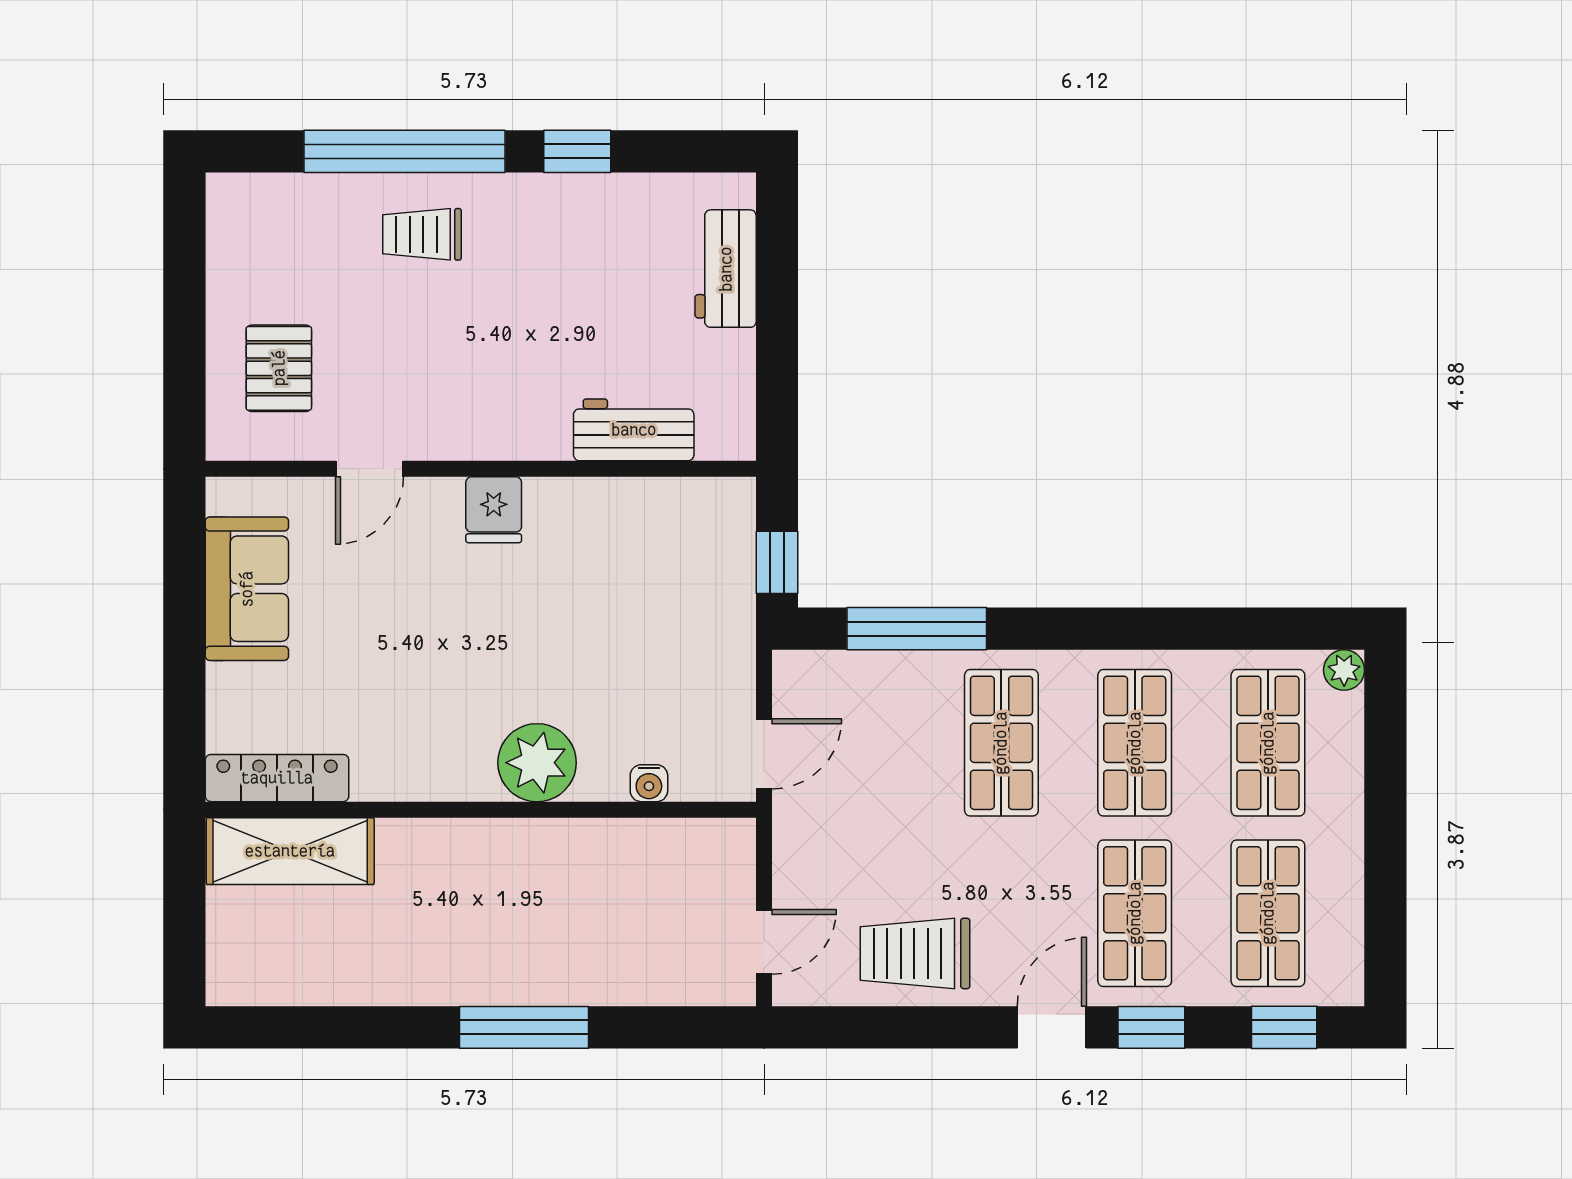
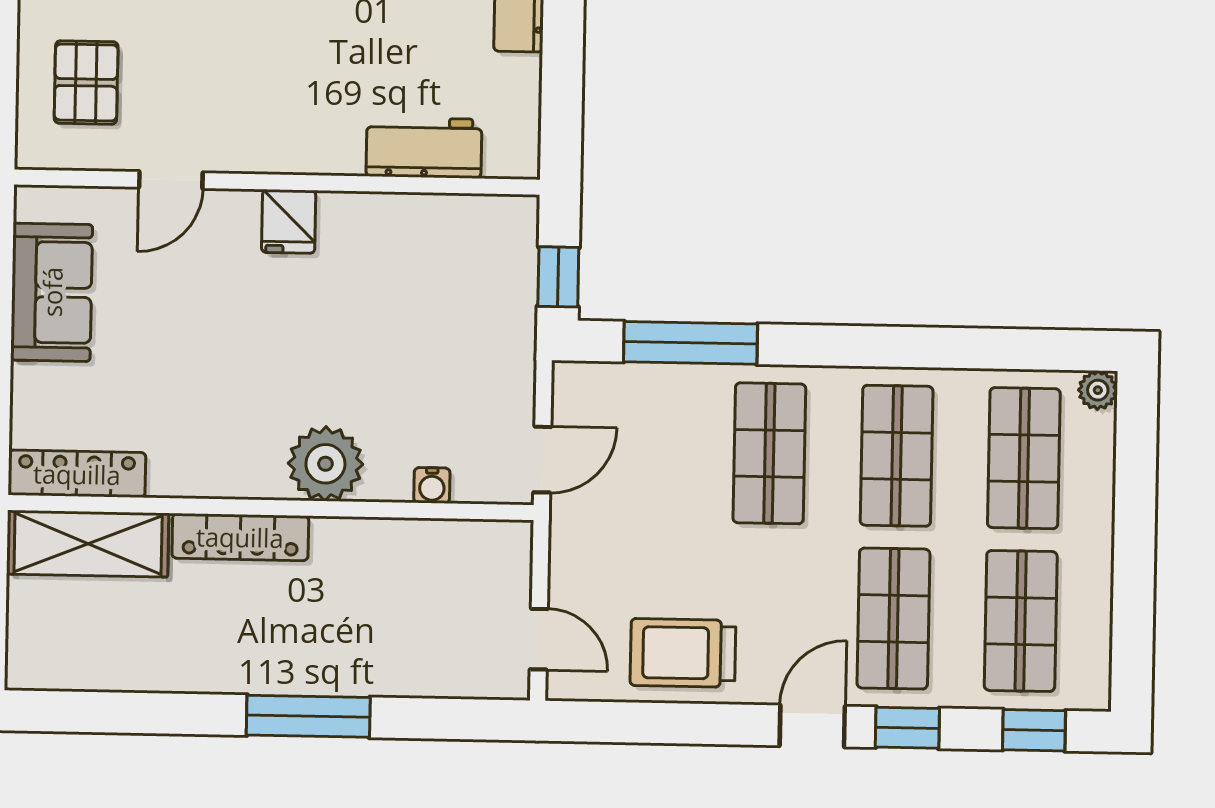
locker: (449, 841) -> (240, 537), added
door: (764, 942) -> (539, 639), hinge flipped

